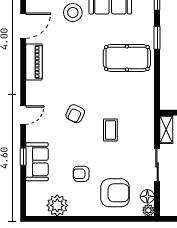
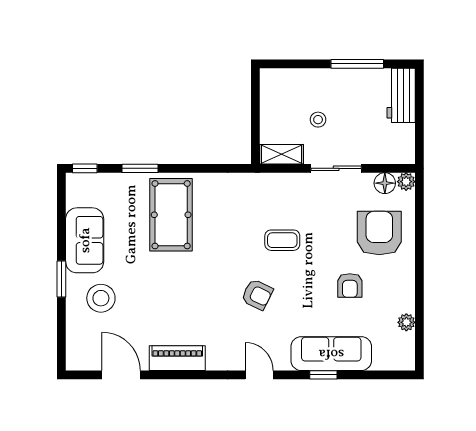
sofa: (37, 162) -> (331, 354), width x1.36
plant: (57, 205) -> (406, 322), width x0.53, depth x0.53

